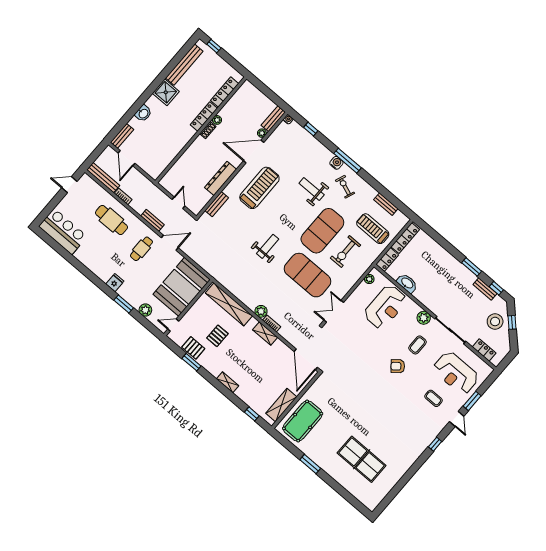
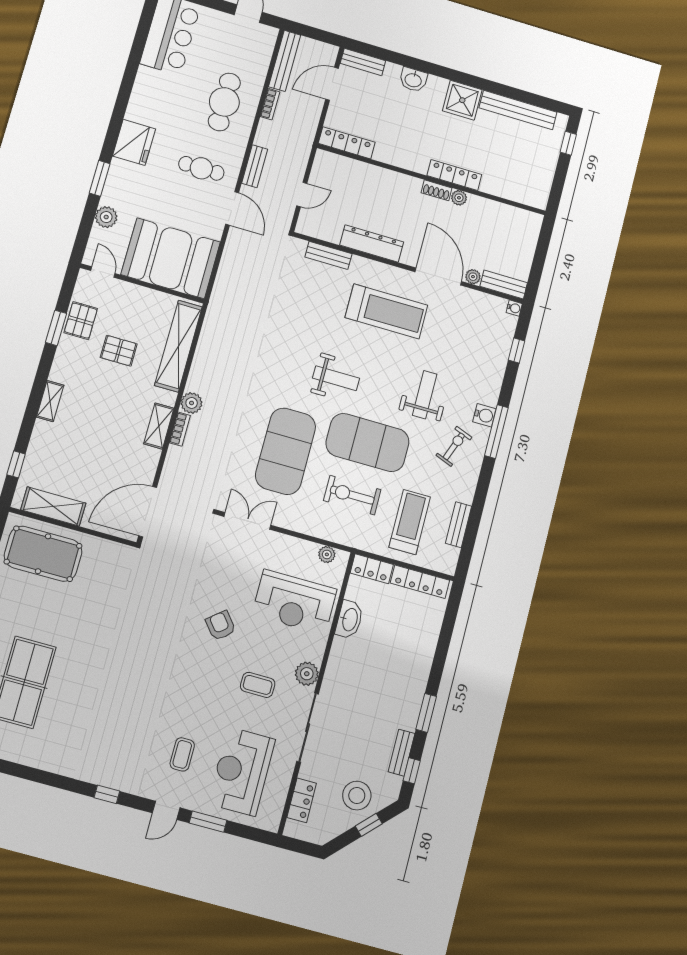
locker: (225, 92) -> (347, 143), moved
weight bench: (268, 246) -> (336, 378), moved
fridge: (115, 283) -> (134, 142), width x1.88, depth x1.34
armchair: (398, 366) -> (221, 626), moved

